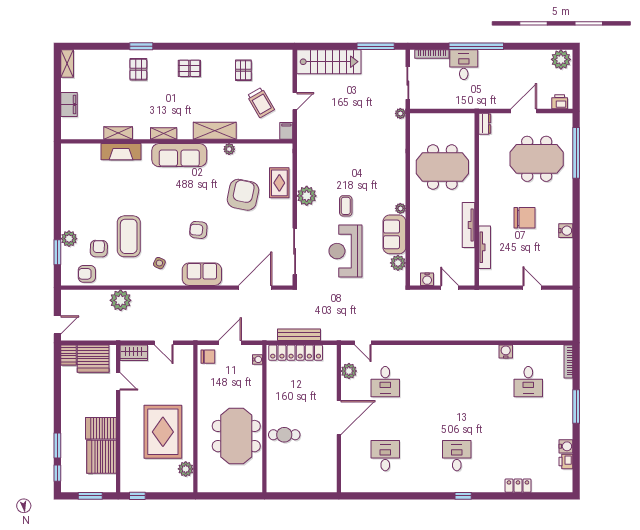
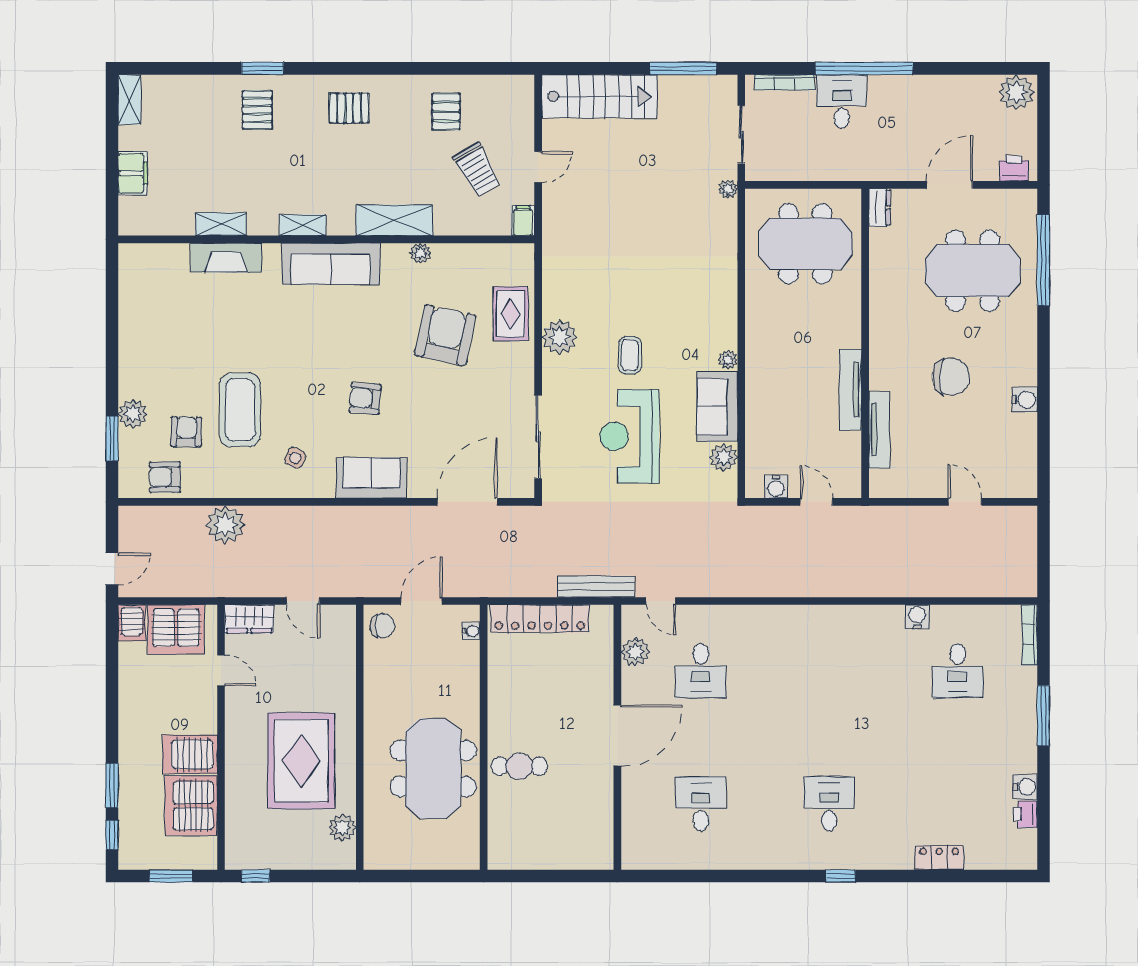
meeting table: (442, 167) -> (805, 244), moved
bench: (299, 335) -> (596, 587), moved

